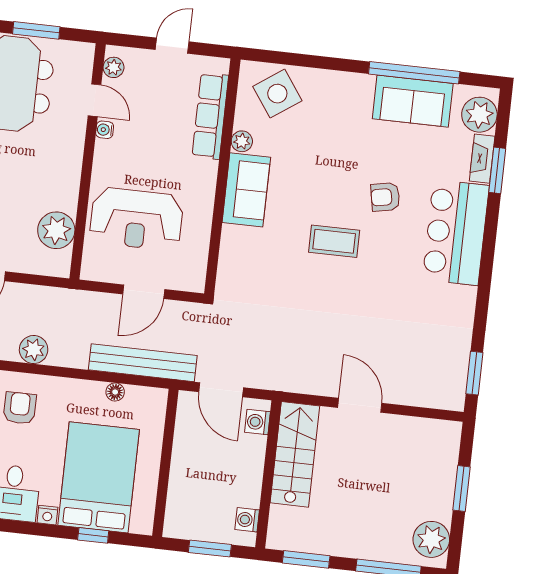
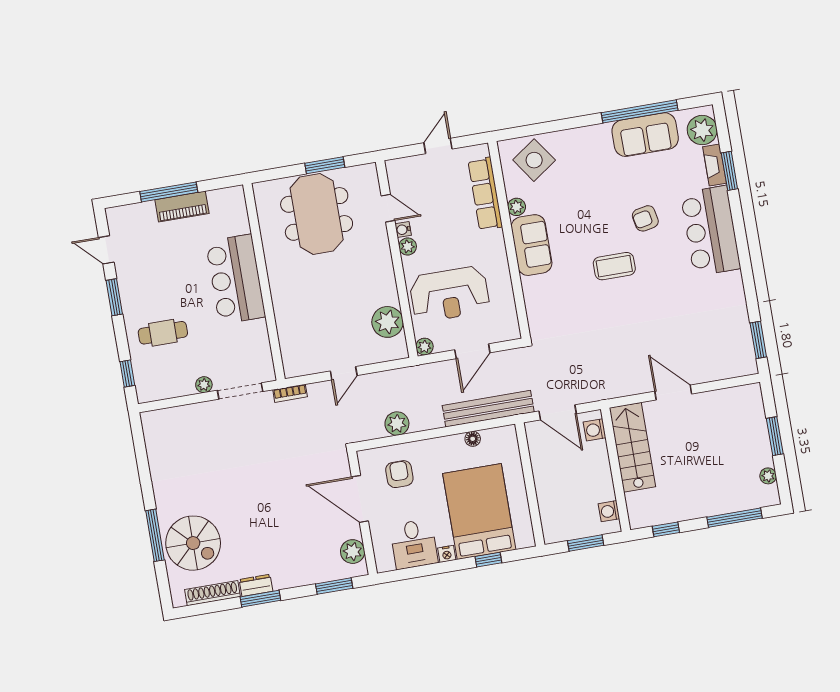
plant: (114, 67) -> (408, 246), moved
plant: (91, 271) -> (425, 347), added
plant: (431, 539) -> (768, 476), width x0.53, depth x0.53
window: (306, 559) -> (666, 529), width x0.67

